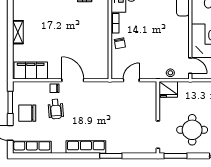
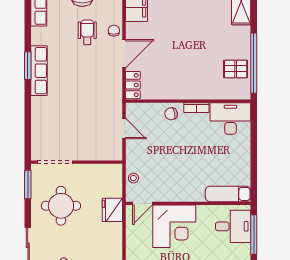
locker: (97, 73) -> (133, 85), added
fridge: (168, 89) -> (112, 210), moved
wheelchair: (56, 109) -> (87, 32), turned 95
window: (111, 156) -> (28, 66), moved

